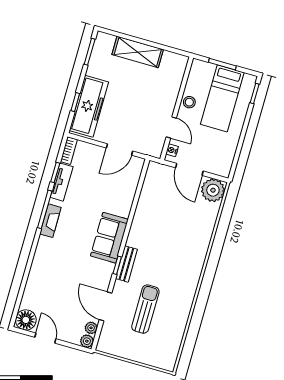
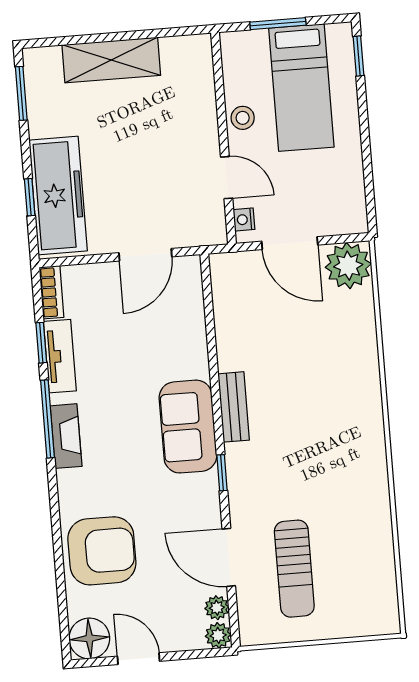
bench: (126, 264) -> (234, 407), moved
armchair: (47, 281) -> (102, 551), added
sun lounger: (145, 309) -> (294, 569), moved, turned 180

